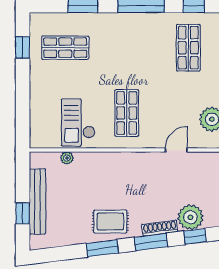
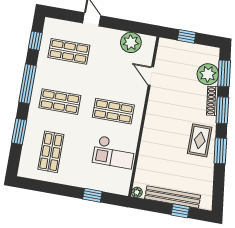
window: (23, 47) -> (92, 195), moved
shop shelf: (127, 48) -> (60, 102), added
plant: (67, 158) -> (137, 192), moved
window: (195, 236) -> (224, 73), width x1.50

